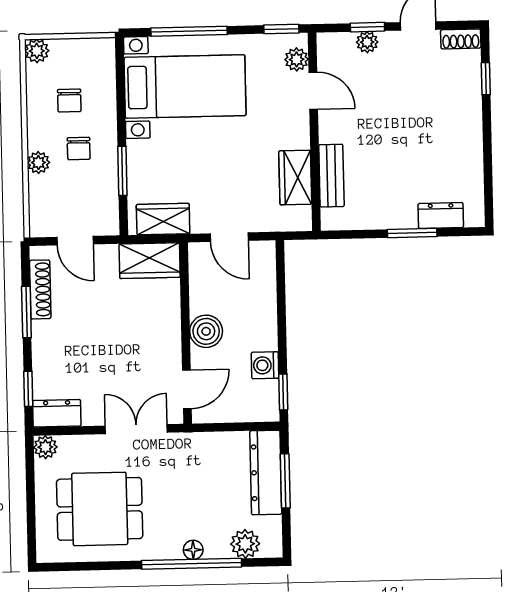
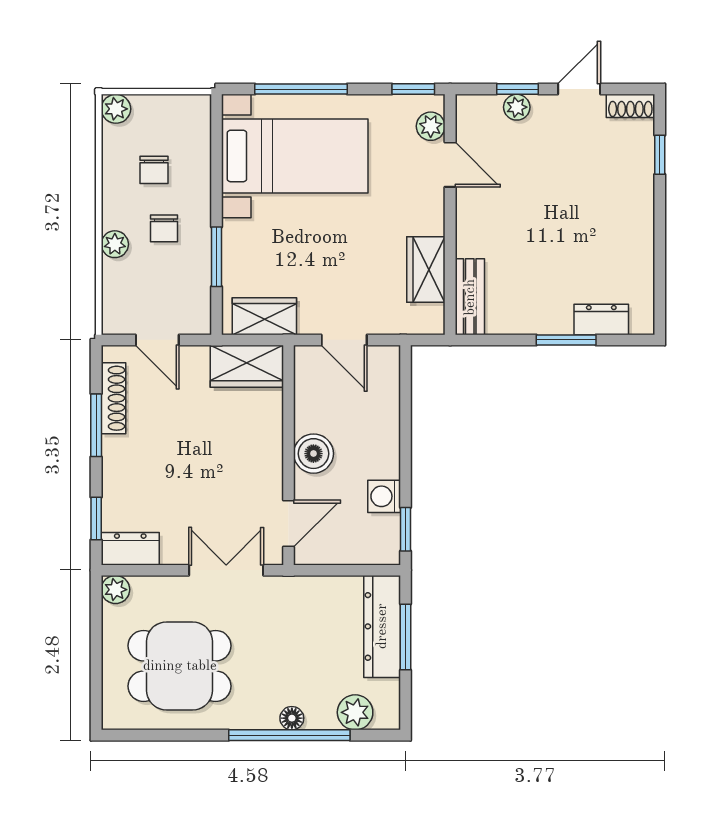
bench: (331, 176) -> (470, 297), moved

